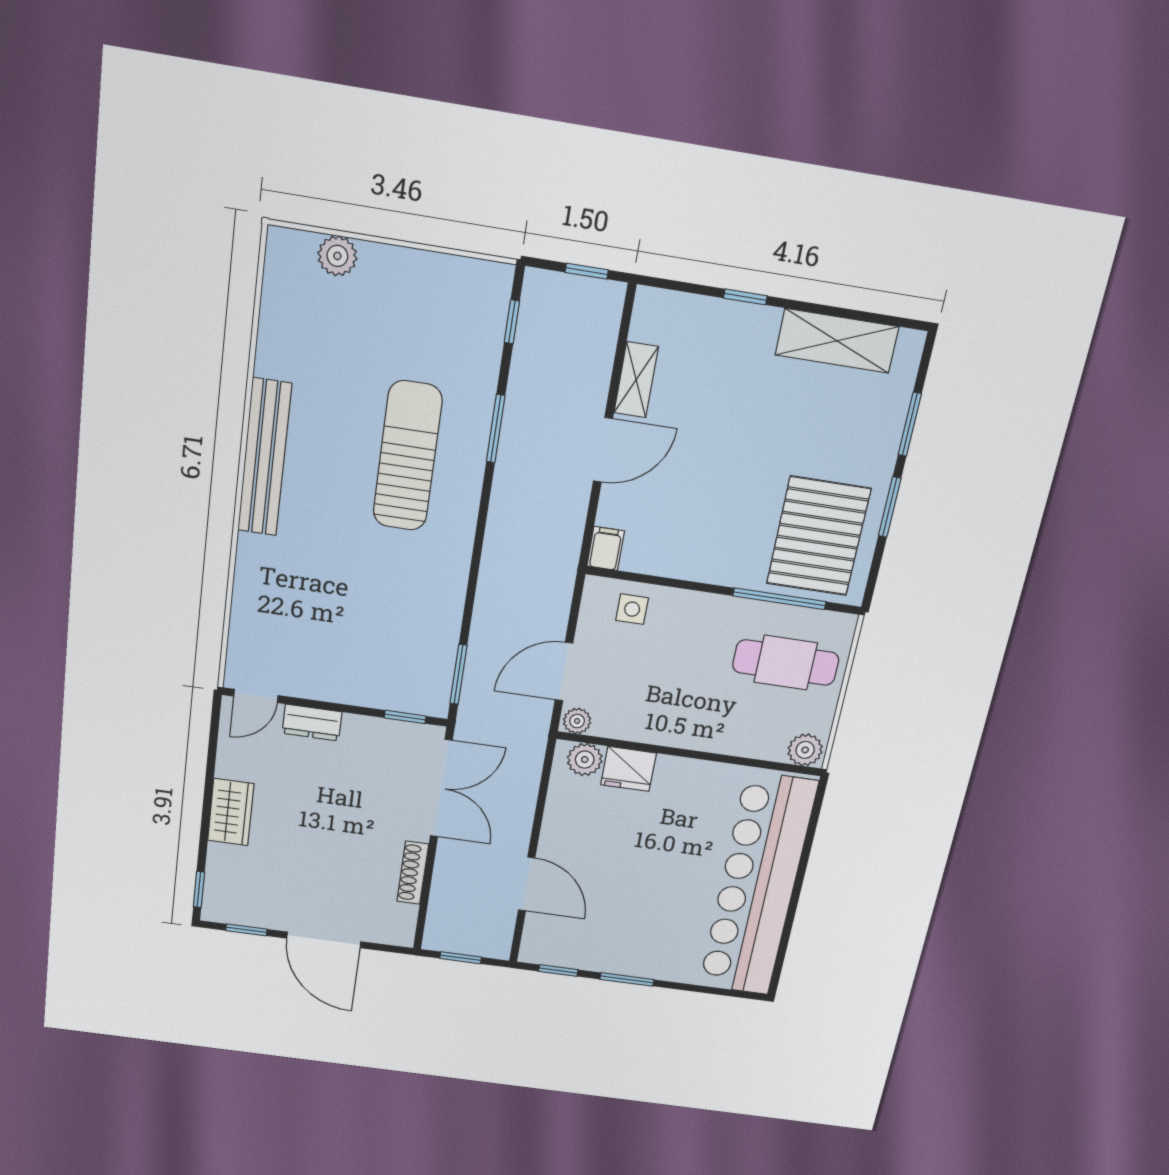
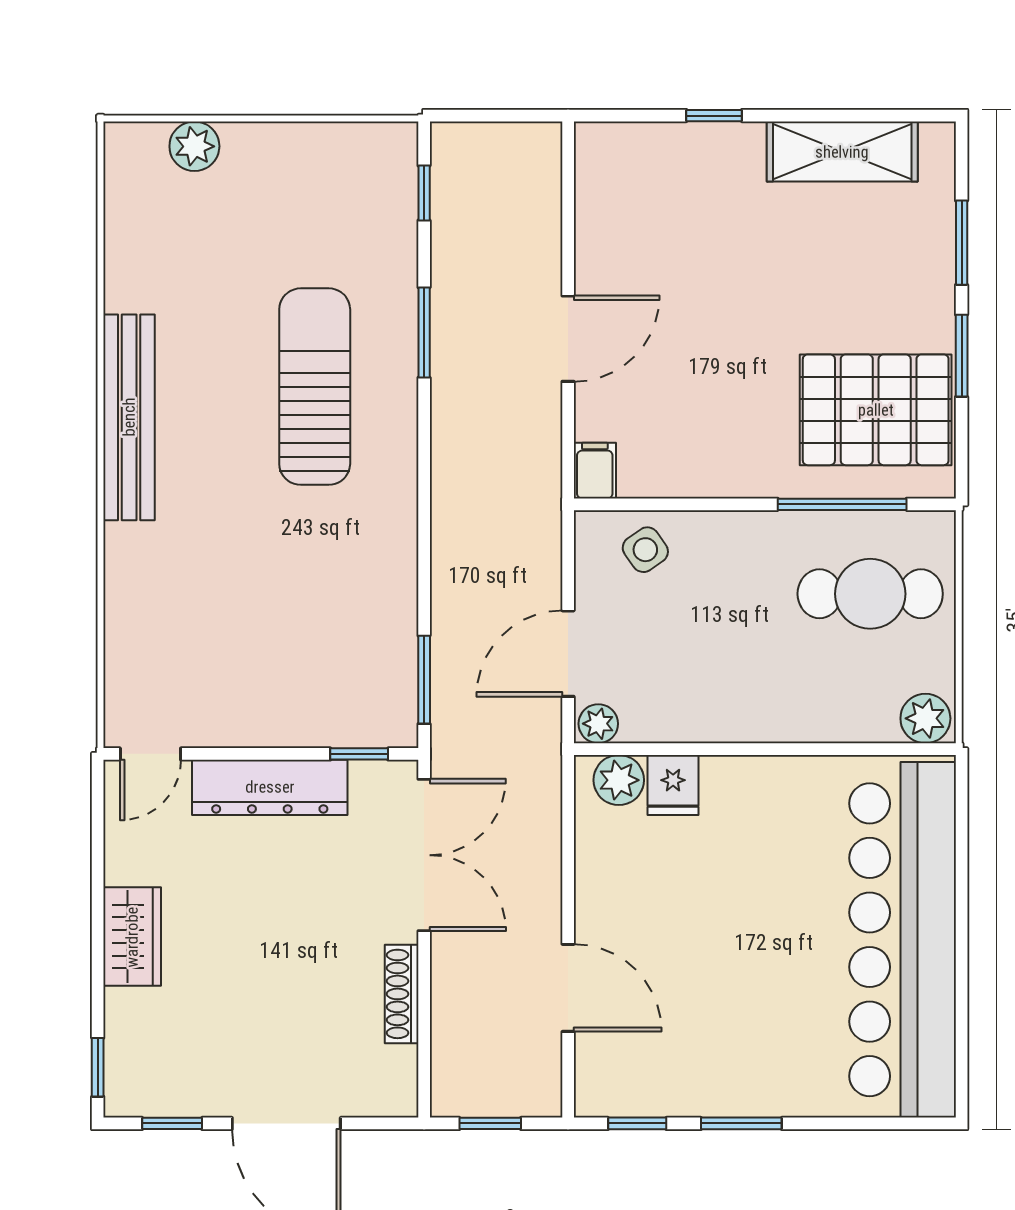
window: (587, 271) -> (508, 116), removed
shelving: (636, 380) -> (595, 241), removed
pallet: (818, 536) -> (876, 410), turned 90
side table: (632, 609) -> (645, 550), turned -35
dresser: (312, 723) -> (270, 787), width x1.96, depth x1.24
fridge: (629, 769) -> (673, 785), width x0.72

